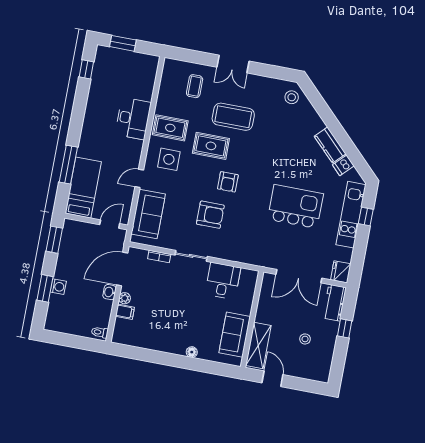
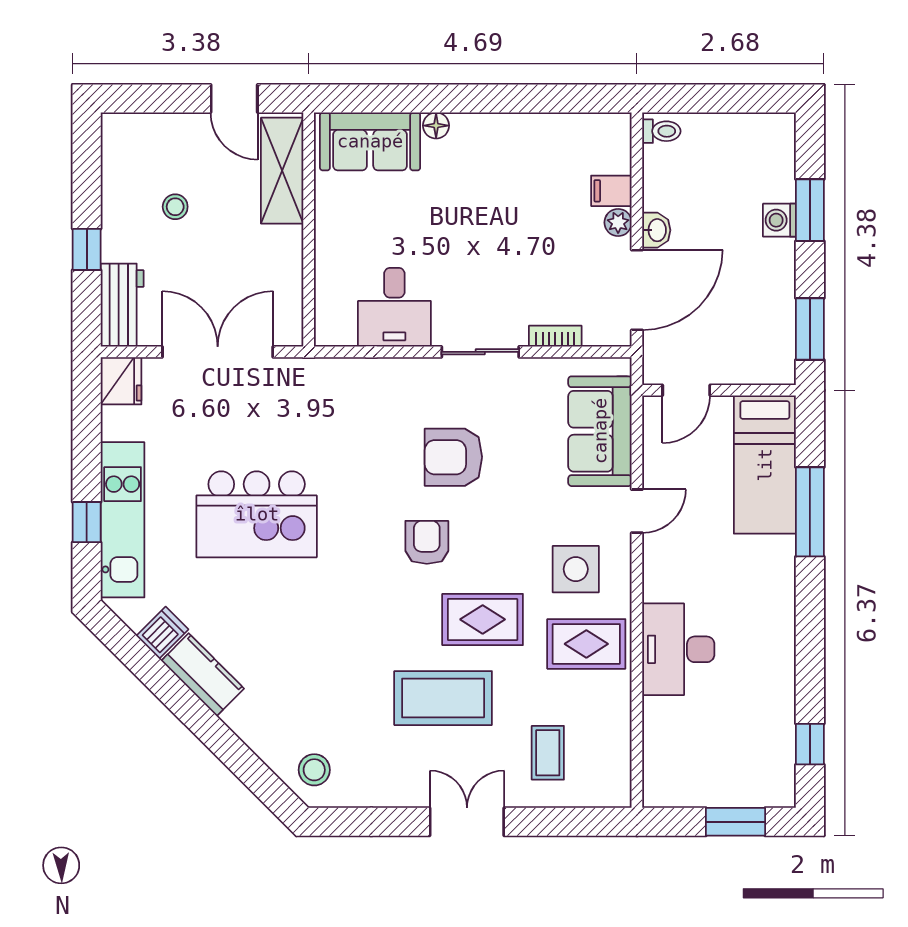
sofa: (235, 335) -> (370, 141), moved, turned 90

